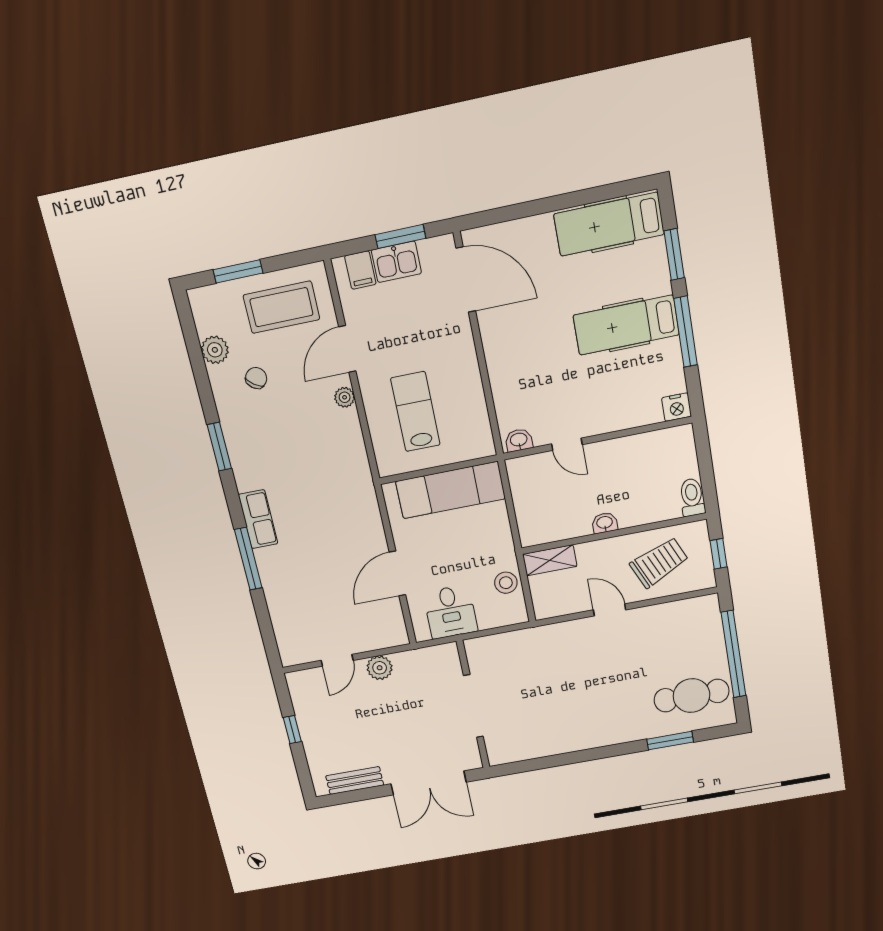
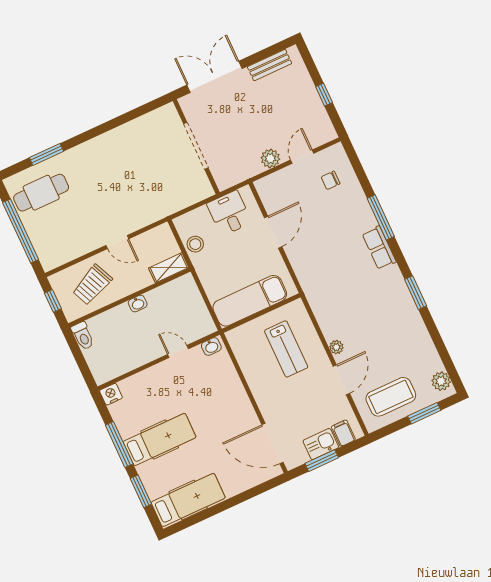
plant: (215, 350) -> (441, 381), moved
chair: (256, 378) -> (330, 180), moved, turned 55

